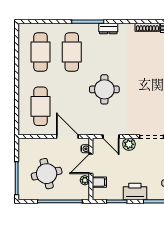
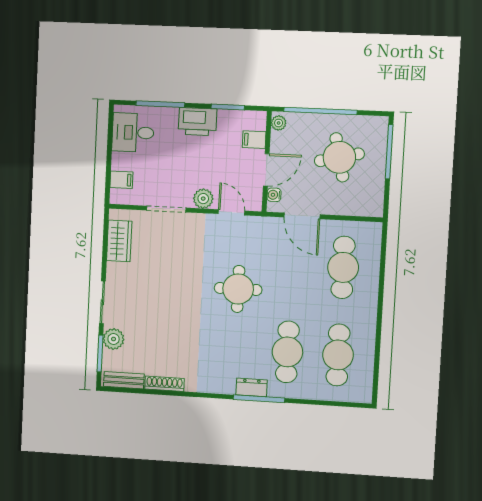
dresser: (108, 28) -> (252, 387), moved
plant: (85, 180) -> (279, 123), moved

